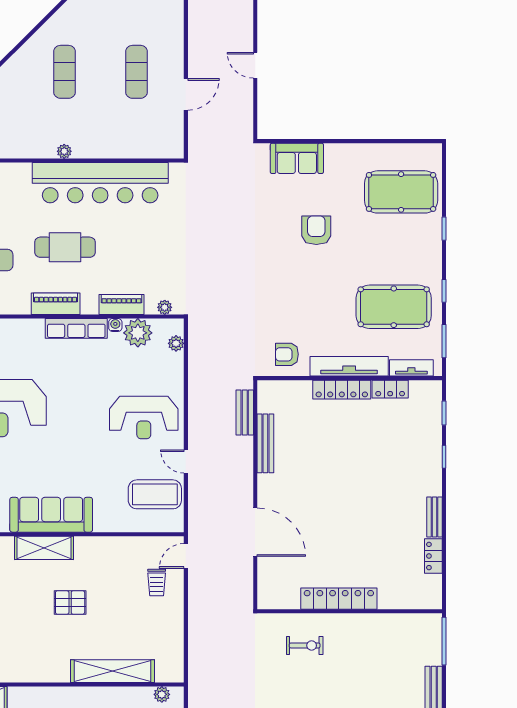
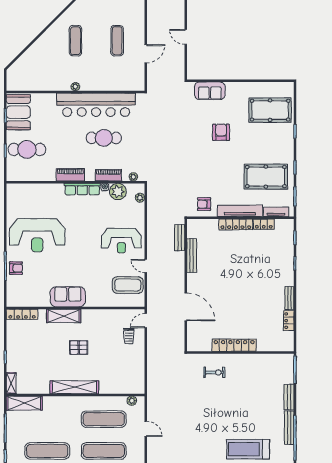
cafe table: (65, 247) -> (104, 138), moved
sofa: (51, 515) -> (68, 297), width x0.73
shelving: (113, 671) -> (74, 387), moved

